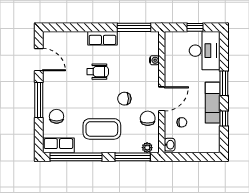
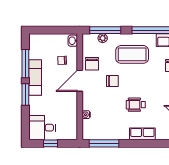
row of seats: (102, 38) -> (142, 134), moved
desk: (205, 51) -> (42, 128), width x0.73
window: (224, 118) -> (25, 64), width x2.17
plant: (147, 148) -> (103, 38), moved

